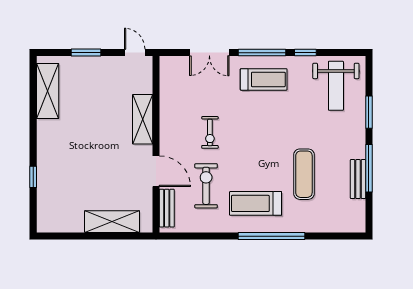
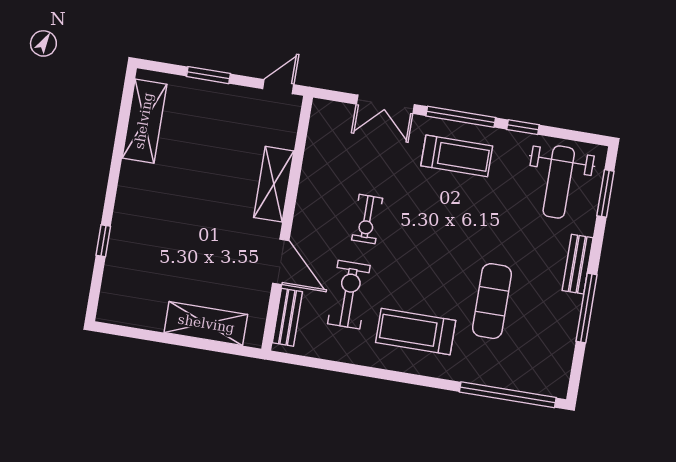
door: (135, 53) -> (278, 87), hinge flipped
window: (369, 112) -> (605, 193), moved
bench: (358, 179) -> (578, 264), moved
window: (272, 236) -> (508, 395), moved

